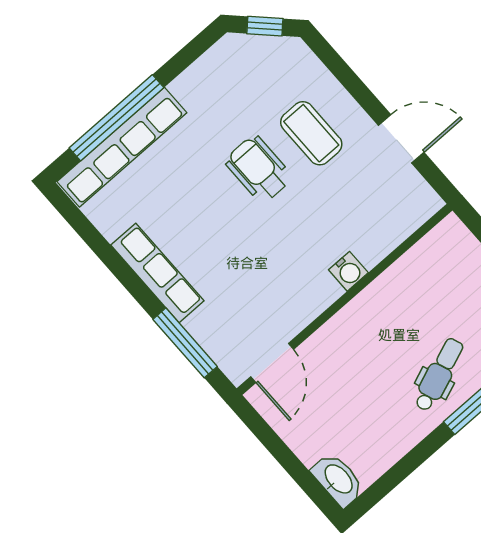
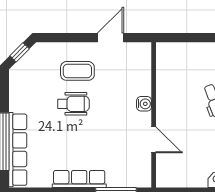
wheelchair: (259, 169) -> (73, 104), turned 180
door: (272, 363) -> (154, 140), moved

